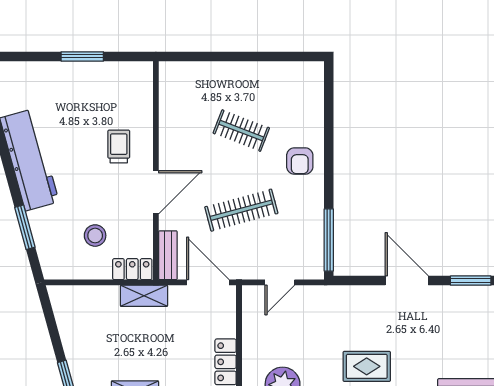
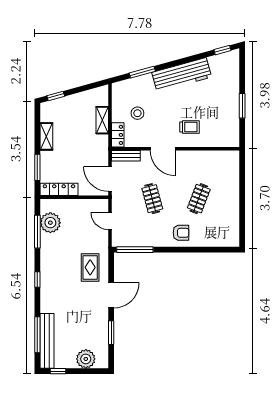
armchair: (300, 161) -> (181, 233), turned 180
clothes rail: (241, 210) -> (152, 199), width x0.73
door: (208, 282) -> (110, 179), swing flipped
shelving: (144, 296) -> (102, 120), moved
rug: (367, 366) -> (90, 267), moved

